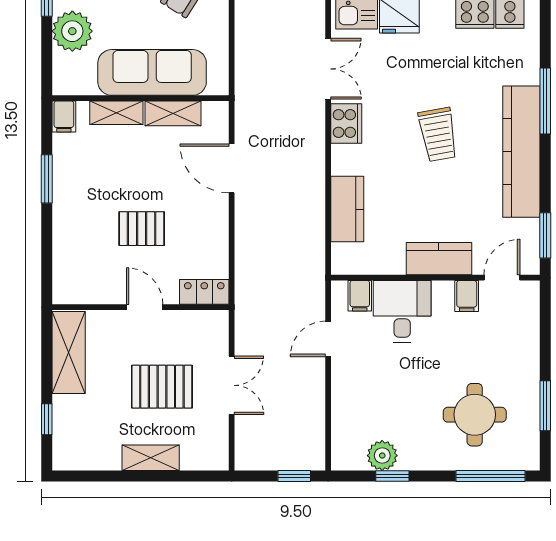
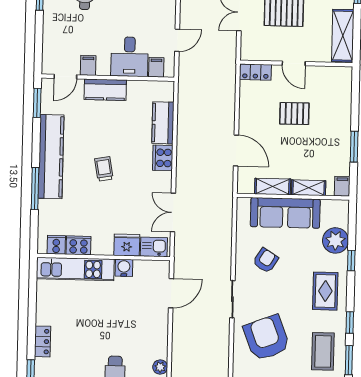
cooker: (346, 124) -> (163, 158), moved
trolley: (438, 135) -> (104, 169), width x0.73, depth x0.72

